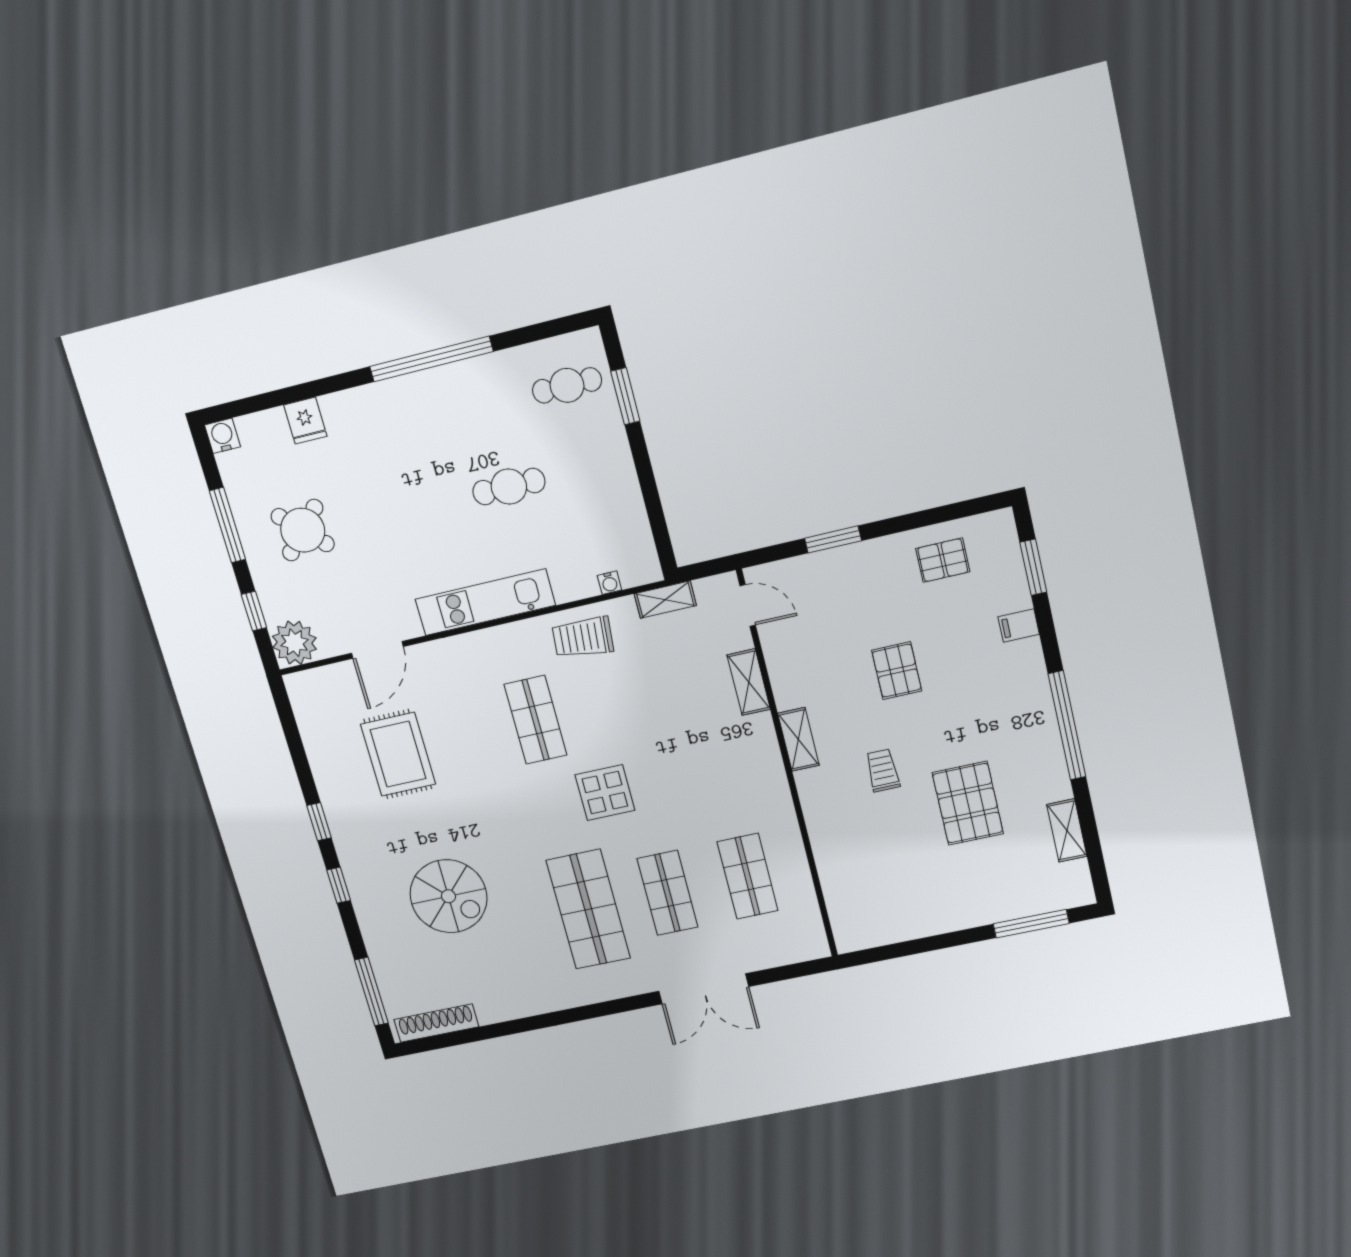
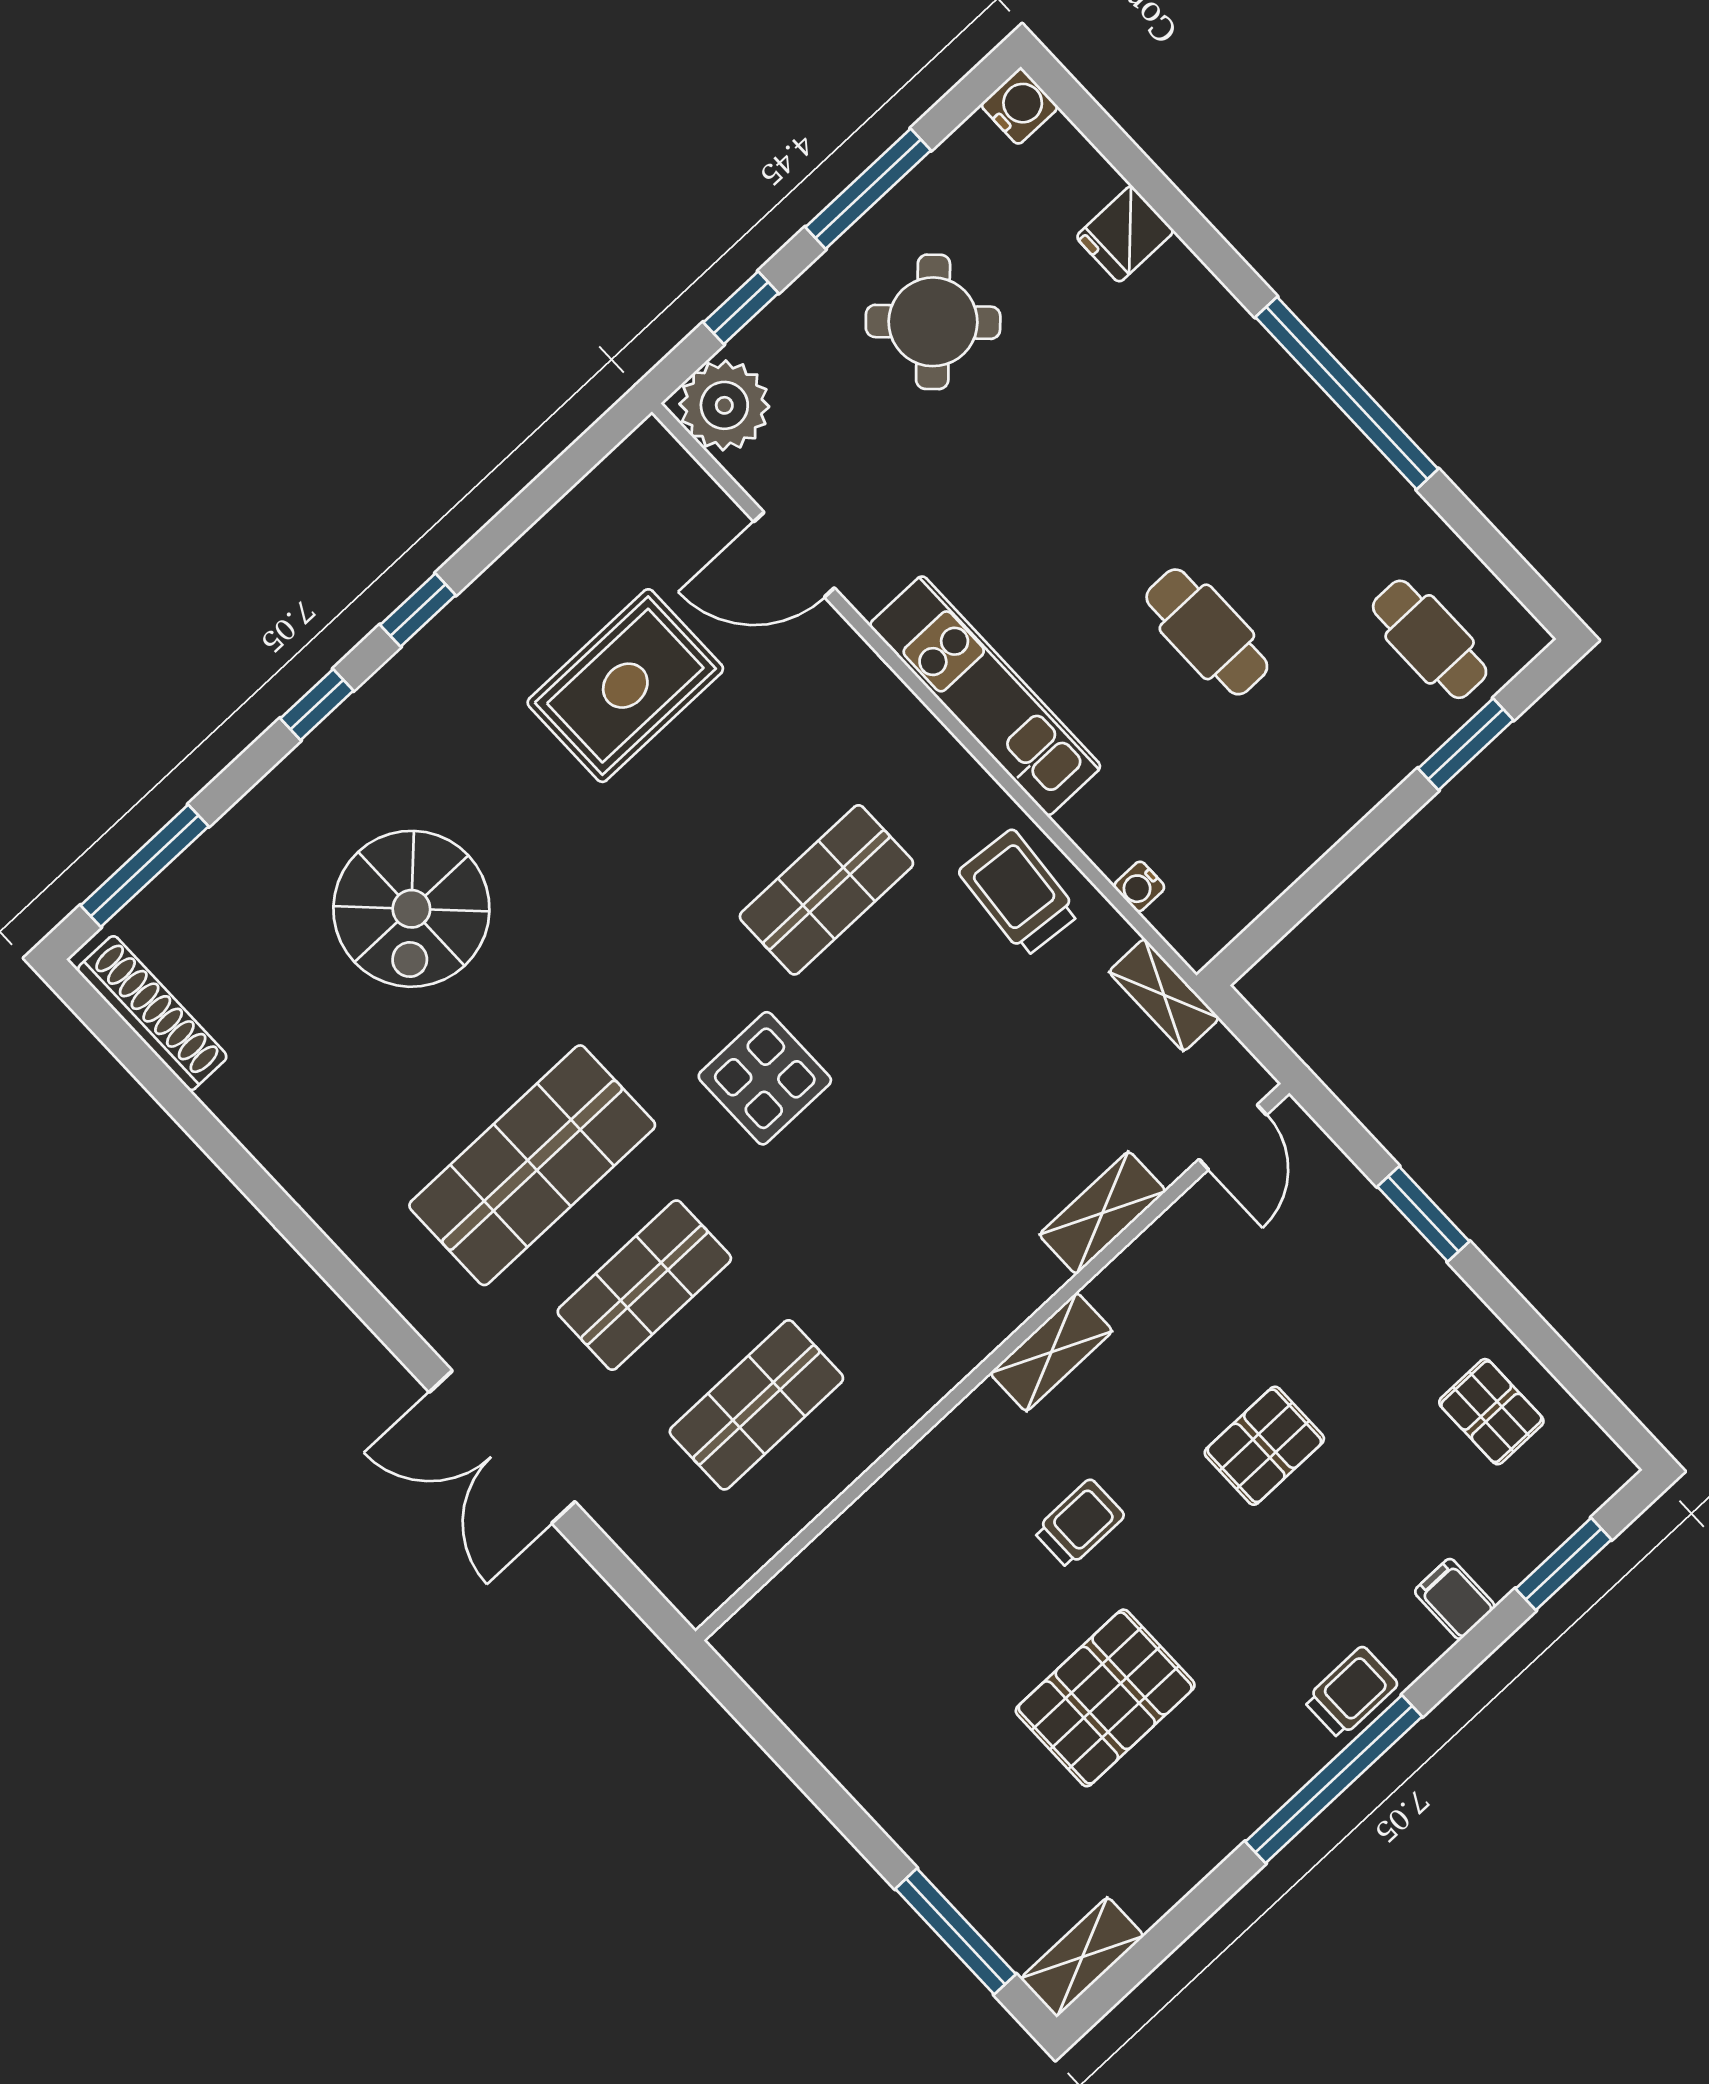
trolley: (1032, 696) -> (1351, 1692), added
shelving: (1067, 830) -> (1082, 1957), moved

